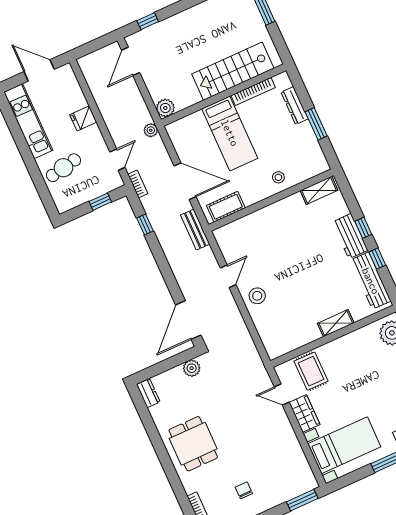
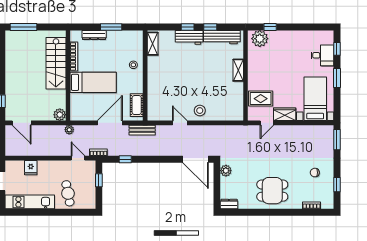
fridge: (83, 118) -> (31, 168), moved

